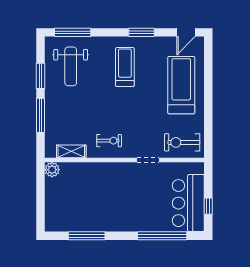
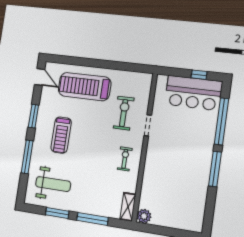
window: (73, 32) -> (27, 157), moved
treadmill: (125, 67) -> (61, 135), turned -90
exercise bike: (182, 142) -> (124, 113), moved, turned 180
shelving: (71, 151) -> (128, 207), moved
window: (87, 236) -> (215, 169), moved

